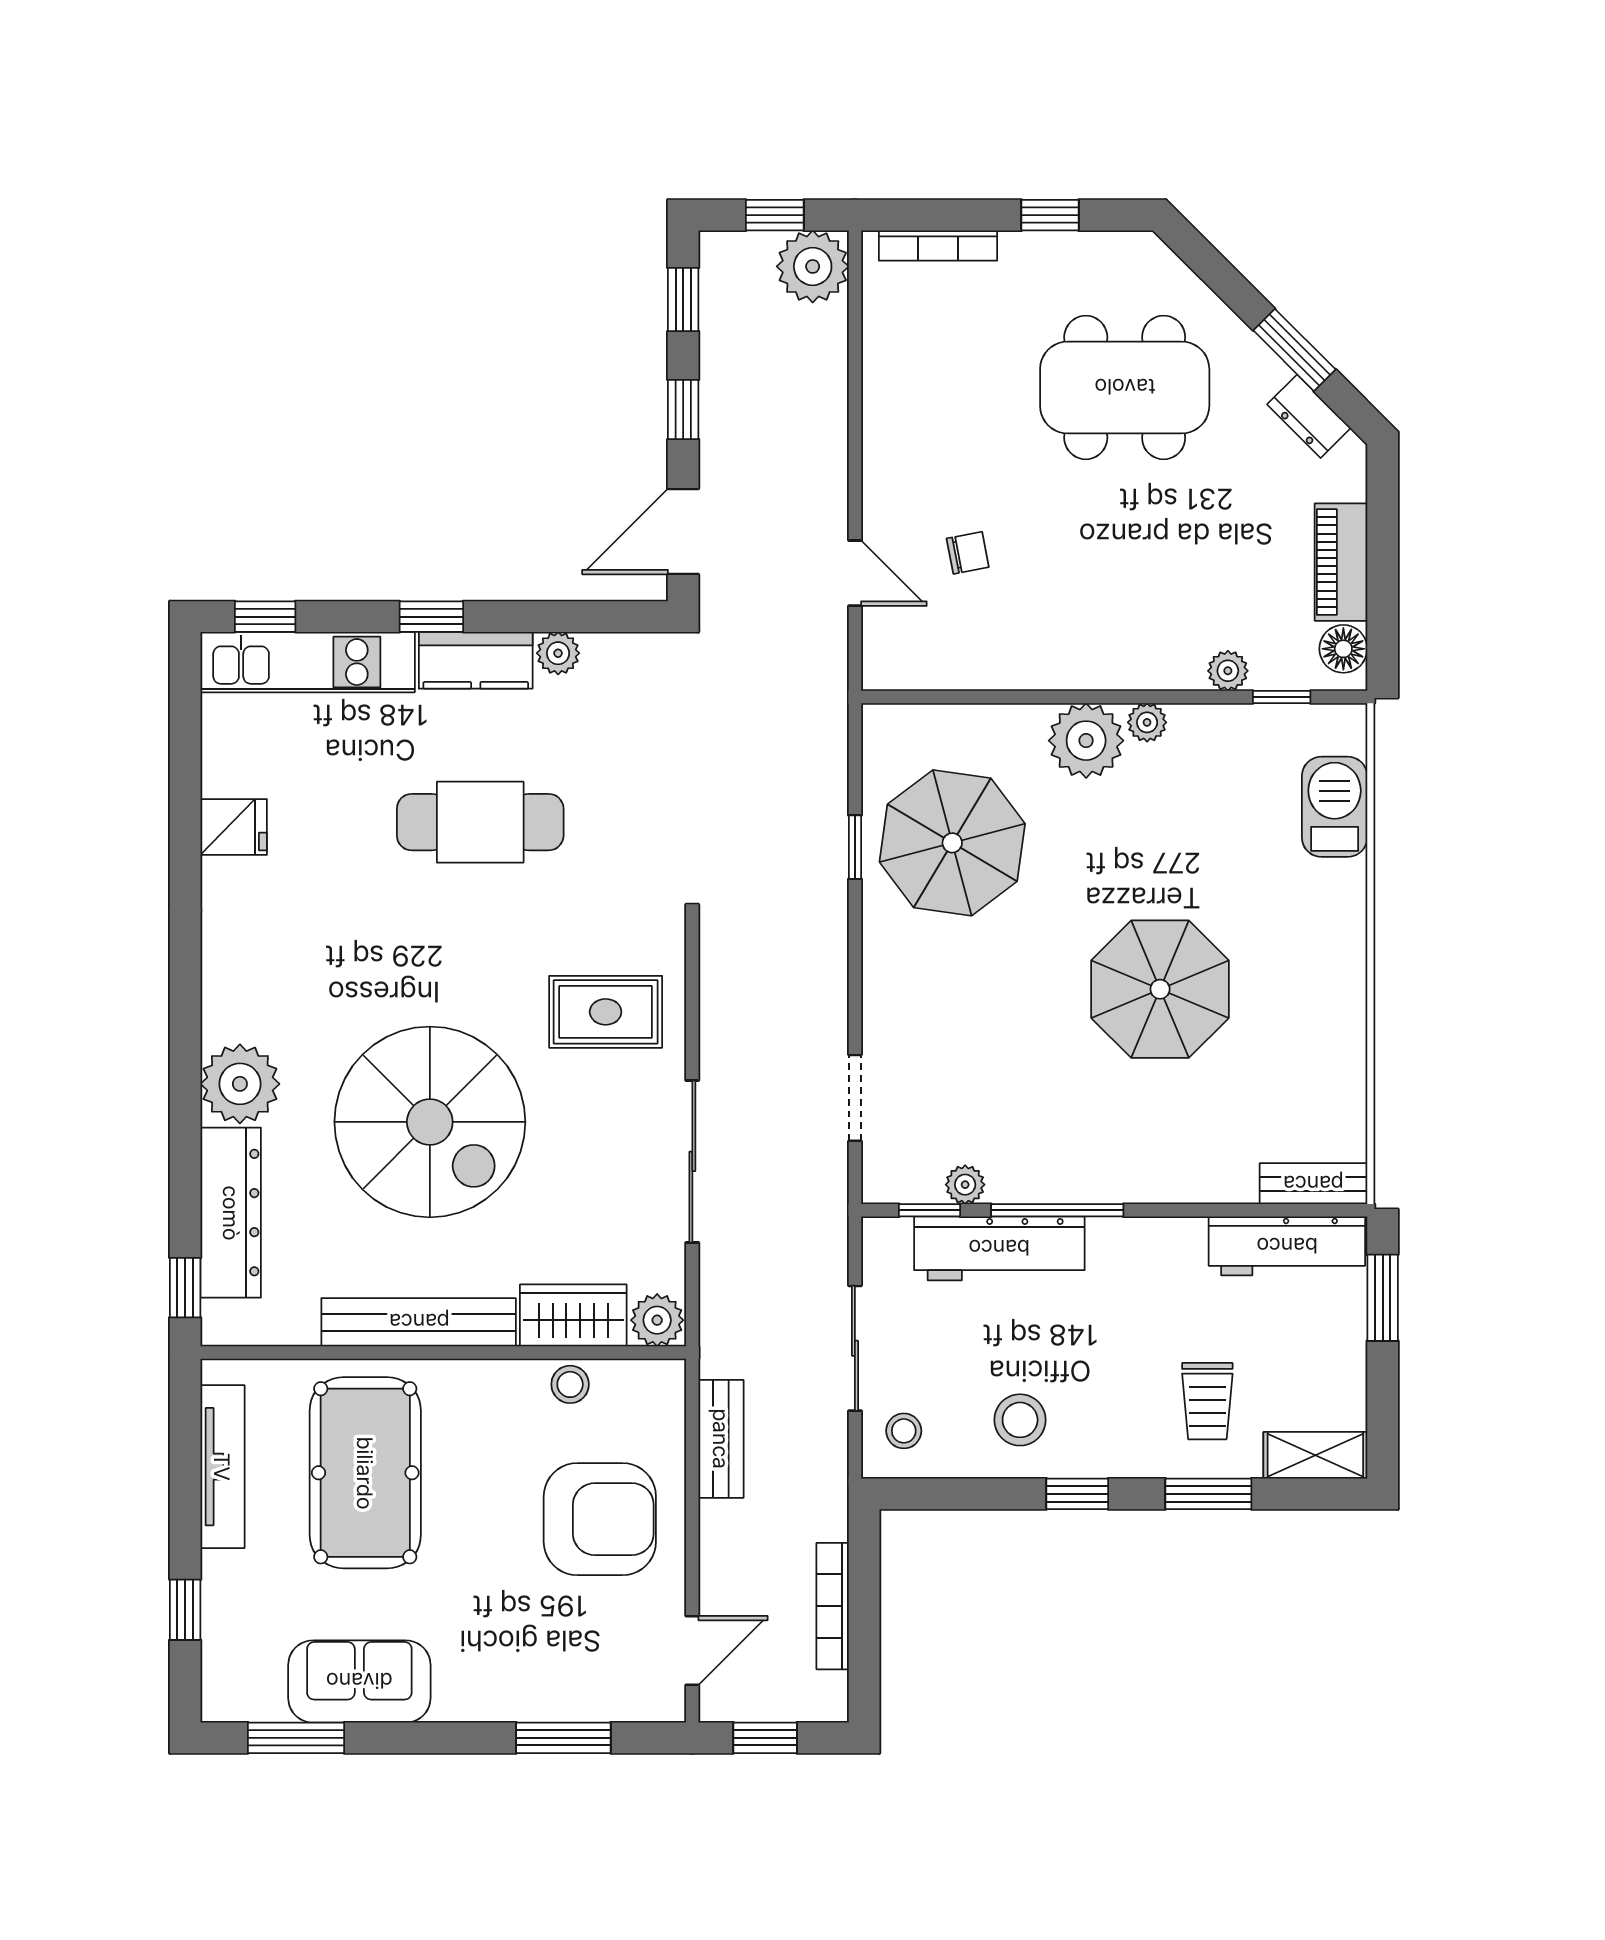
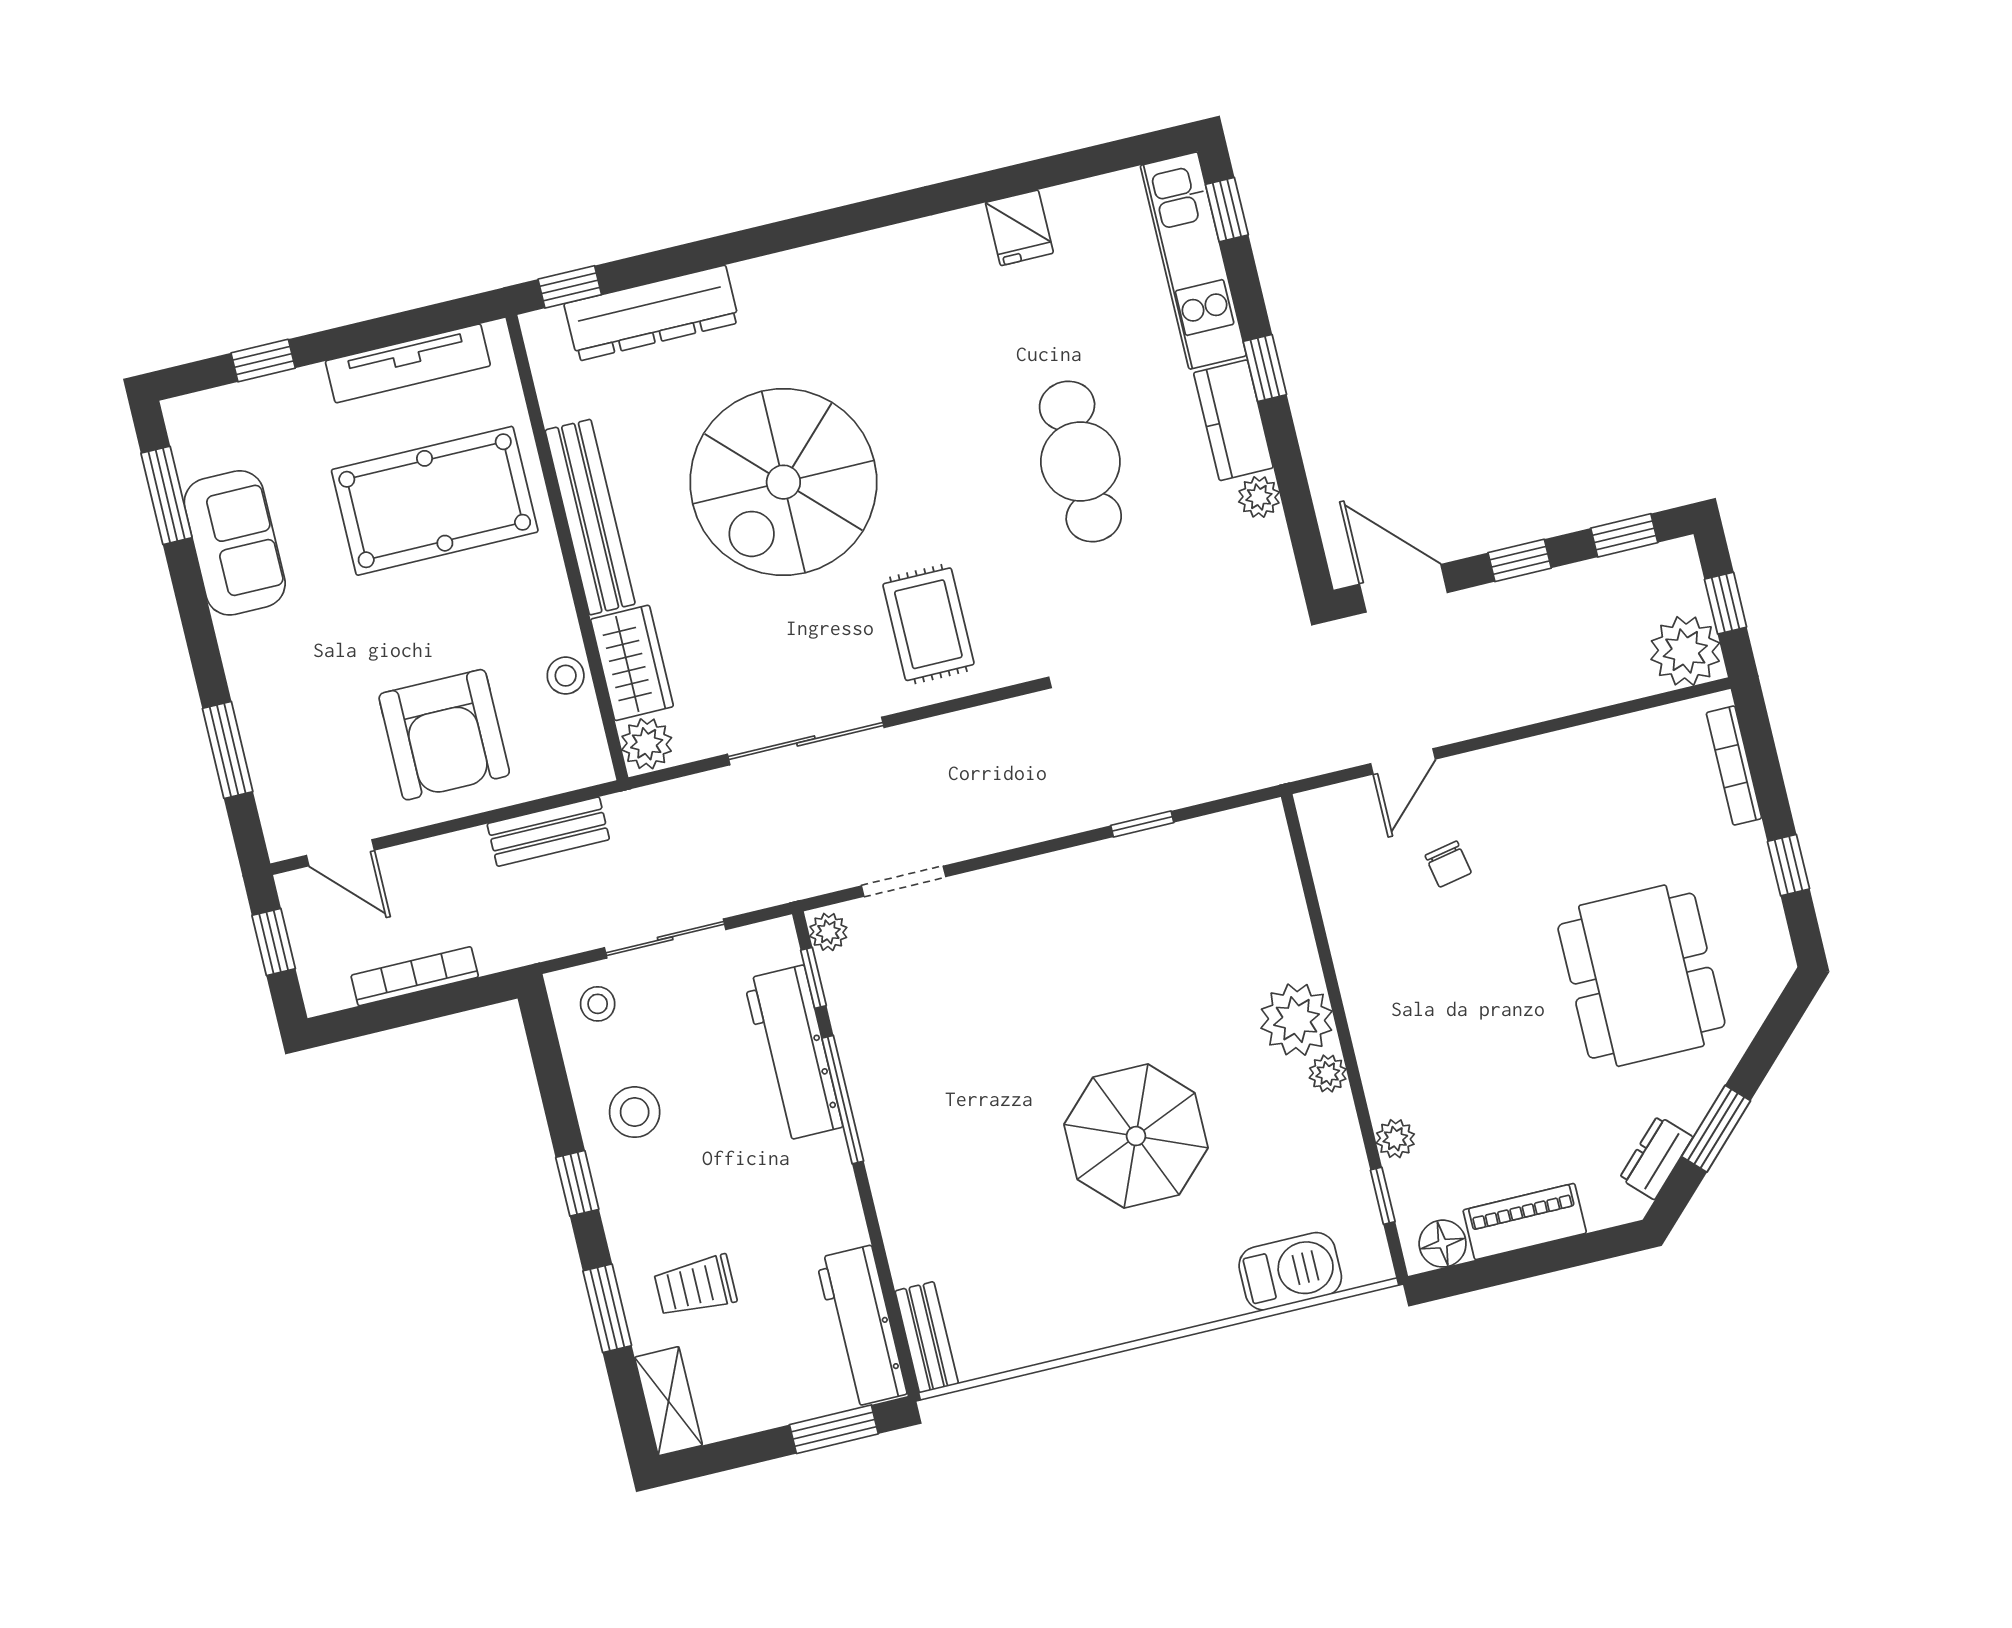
parasol: (952, 843) -> (1169, 916), removed
parasol: (1160, 989) -> (1136, 1136), moved
plant: (240, 1084) -> (776, 293), removed
plant: (965, 1185) -> (828, 932), moved

